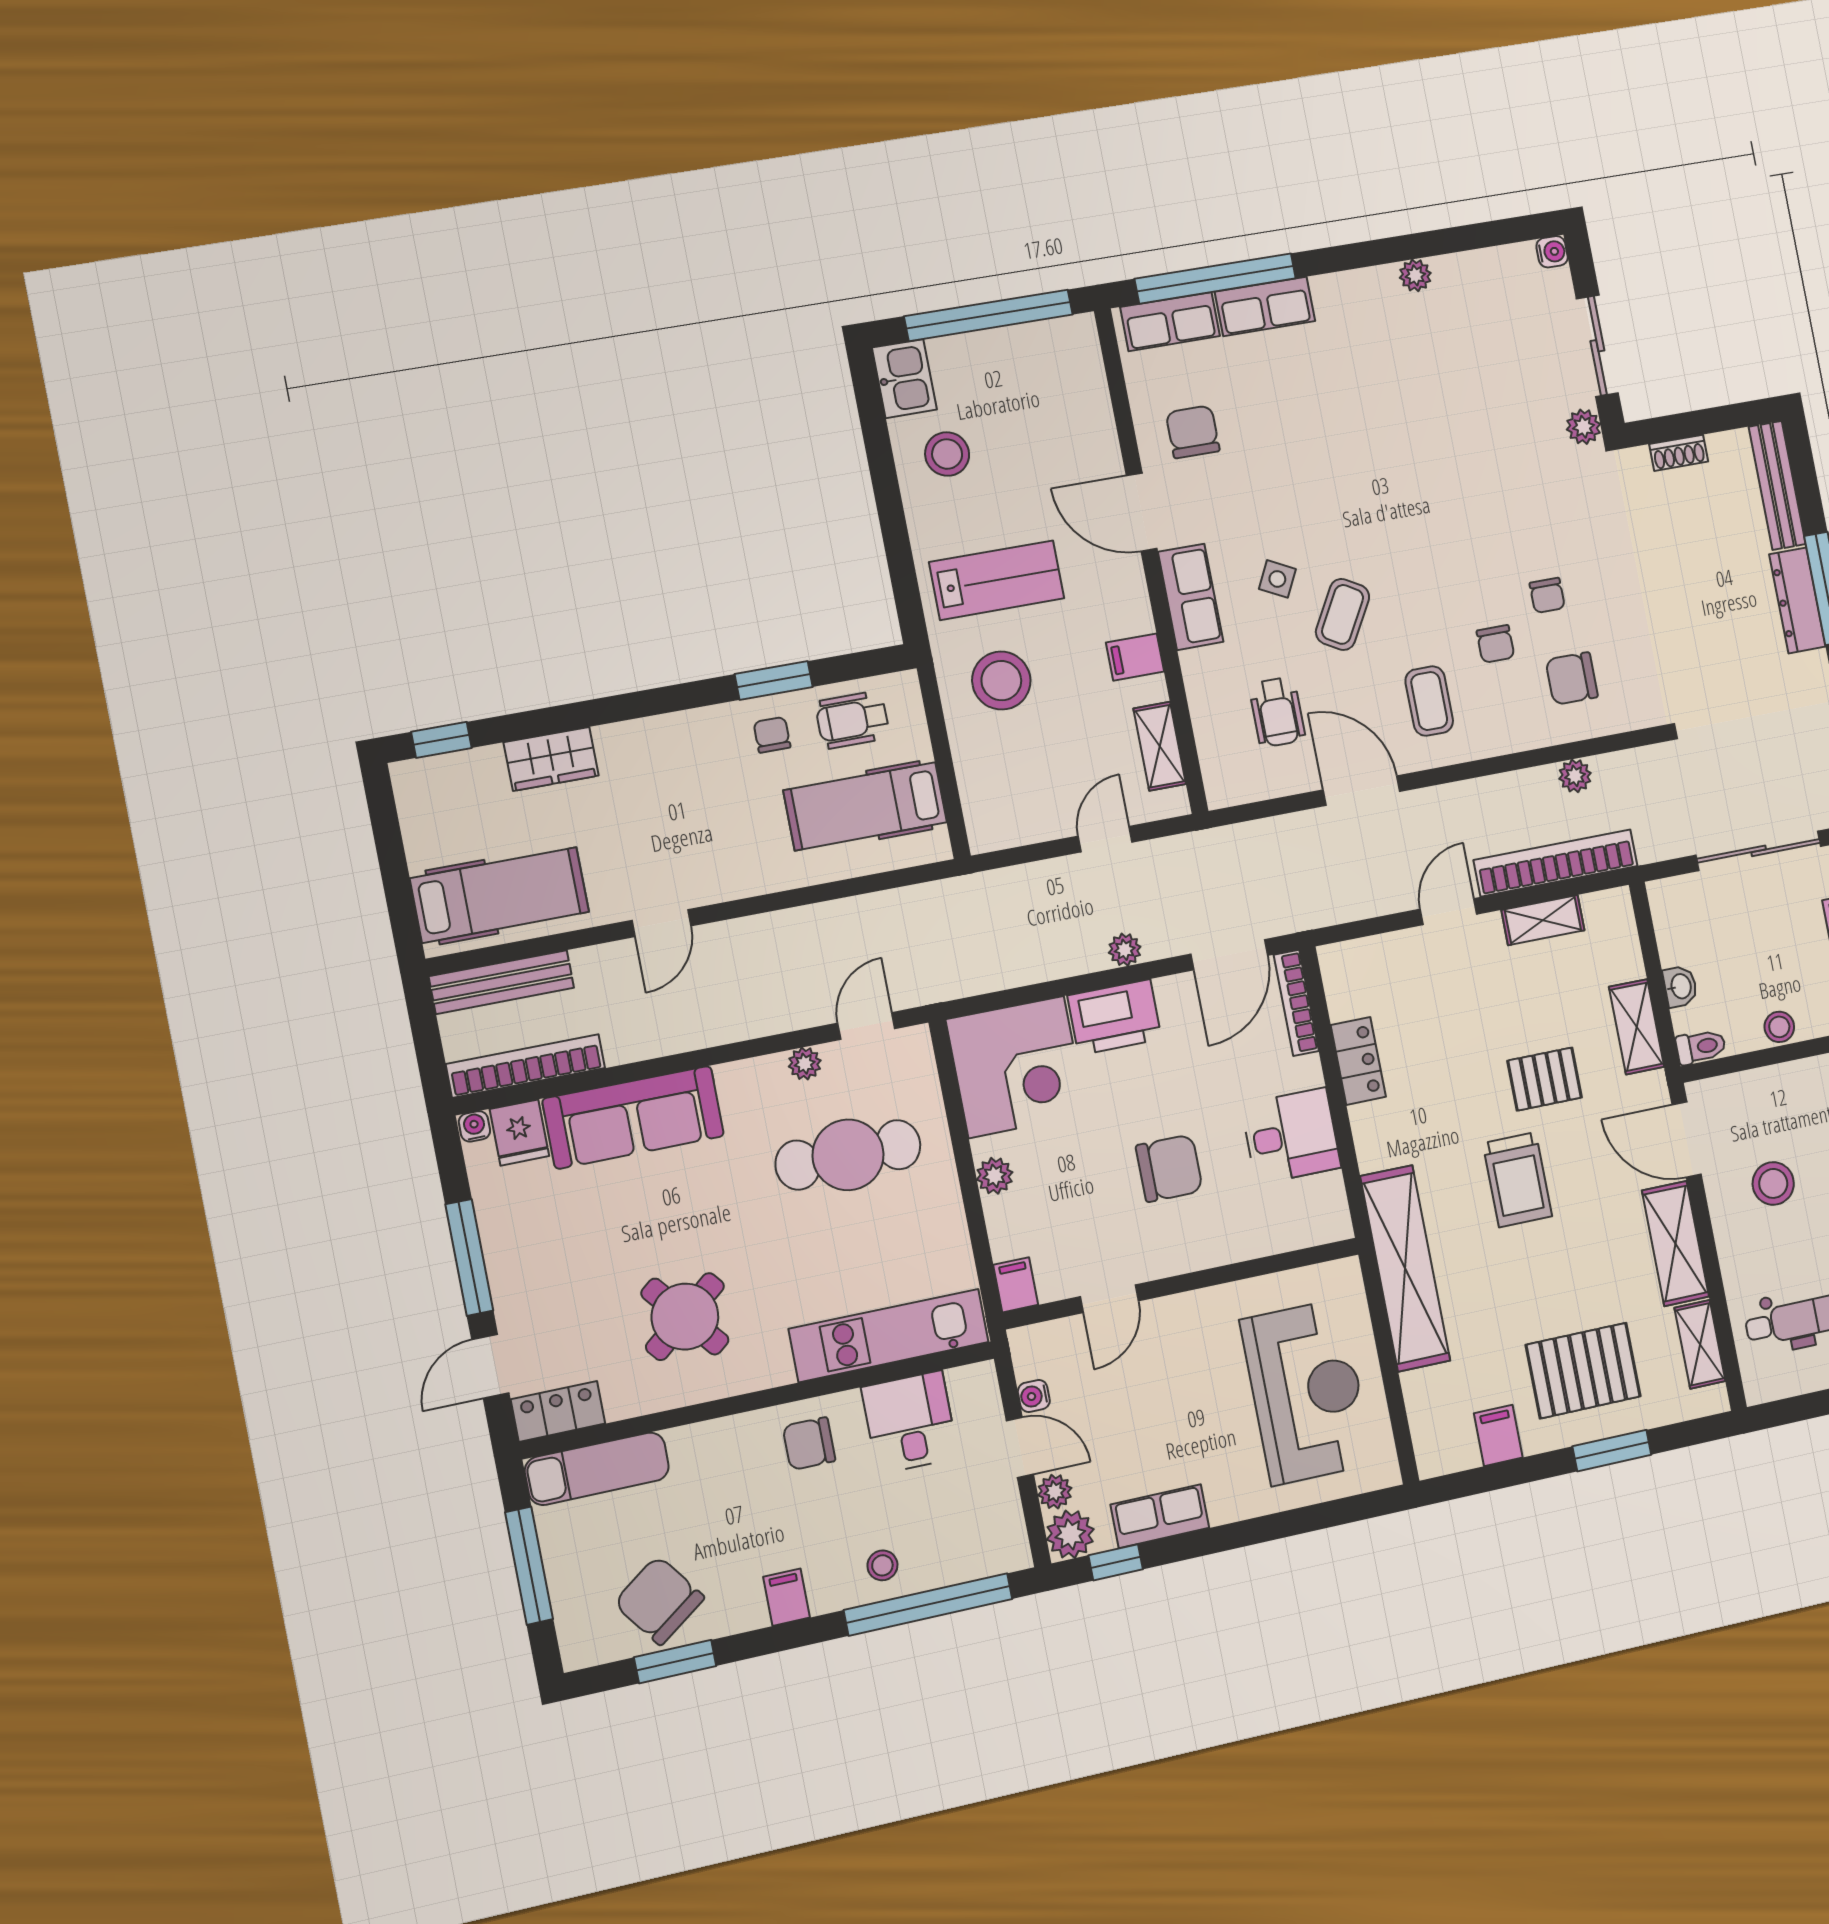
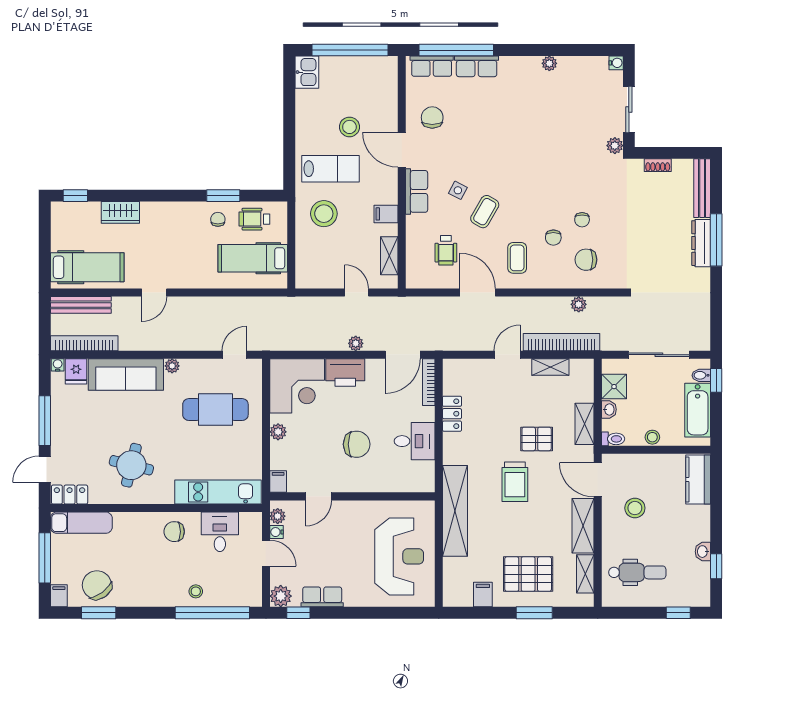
stool: (947, 454) -> (349, 127), moved
door: (1105, 839) -> (357, 293), hinge flipped
shower: (1681, 936) -> (614, 387), added
plant: (805, 1064) -> (172, 366), moved
round table: (685, 1317) -> (131, 465), turned -37
plant: (1055, 1492) -> (278, 516), moved
filing cabinet: (786, 1597) -> (59, 596), moved

